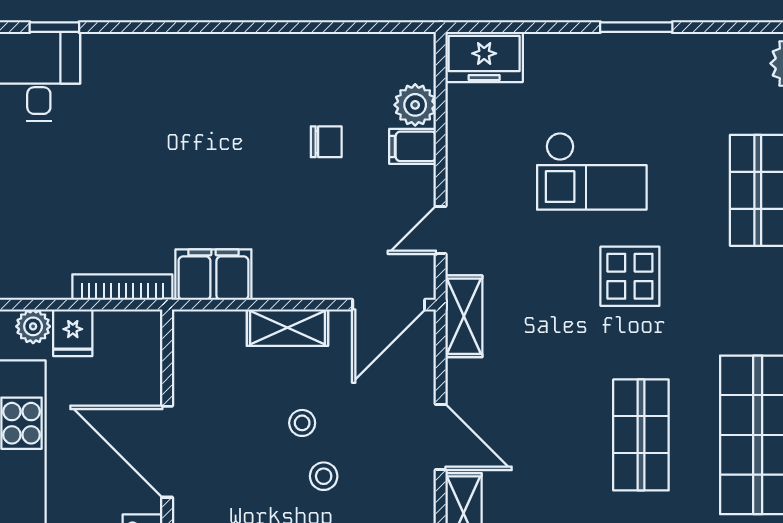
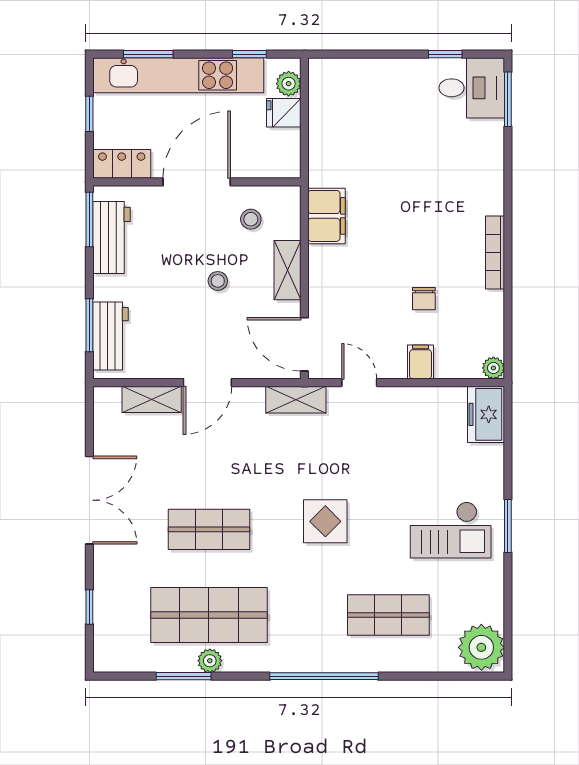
window: (54, 27) -> (508, 99), width x1.50
plant: (415, 105) -> (493, 368), moved, width x0.73, depth x0.73
checkout: (592, 171) -> (451, 530), moved, turned -90
bookcase: (122, 287) -> (495, 252), moved, turned 180
stool: (324, 476) -> (251, 219), moved

